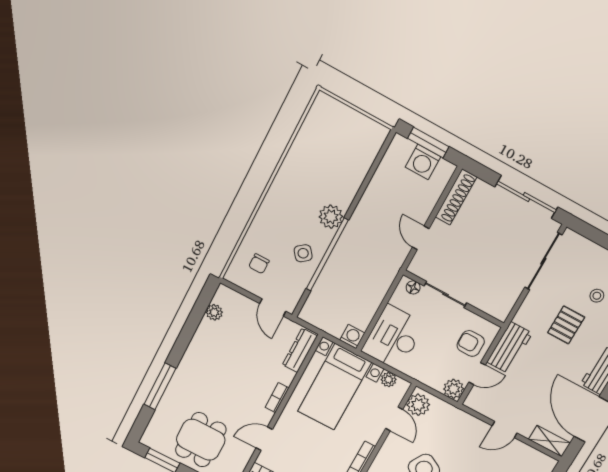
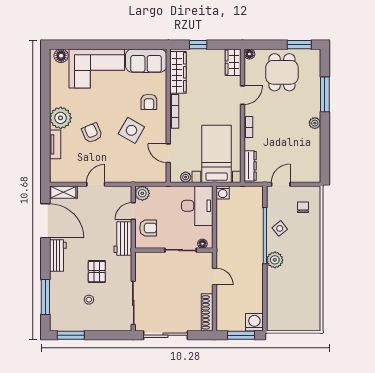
washing machine: (423, 162) -> (254, 322), moved
door: (273, 307) -> (281, 184), hinge flipped
plant: (214, 312) -> (315, 123), moved
plant: (418, 405) -> (158, 171), removed

